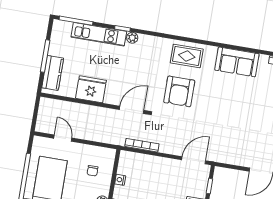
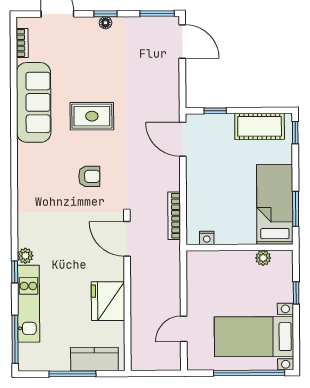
rug: (187, 56) -> (92, 116), moved, turned 90
sofa: (237, 62) -> (34, 102), width x1.36
armchair: (179, 91) -> (89, 176), width x0.53, depth x0.53
chair: (92, 171) -> (222, 279), removed
nightstand: (120, 180) -> (207, 238), moved

